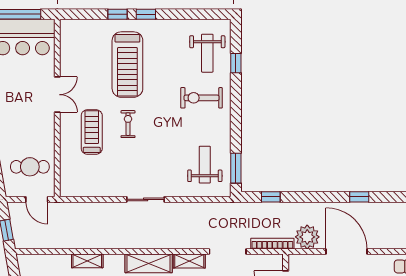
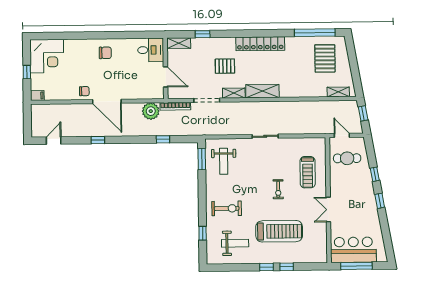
weight bench: (207, 53) -> (235, 243), moved, turned 90
treadmill: (127, 65) -> (279, 231), turned 90
treadmill: (92, 132) -> (308, 172), moved
window: (271, 197) -> (163, 139), moved
window: (359, 197) -> (98, 140), moved
door: (347, 252) -> (107, 101), moved
shelving: (87, 261) -> (338, 92), moved

